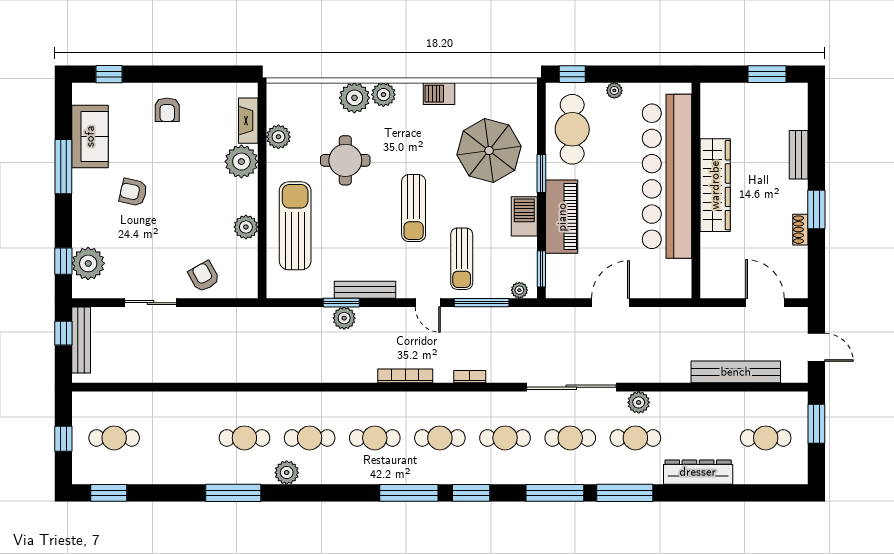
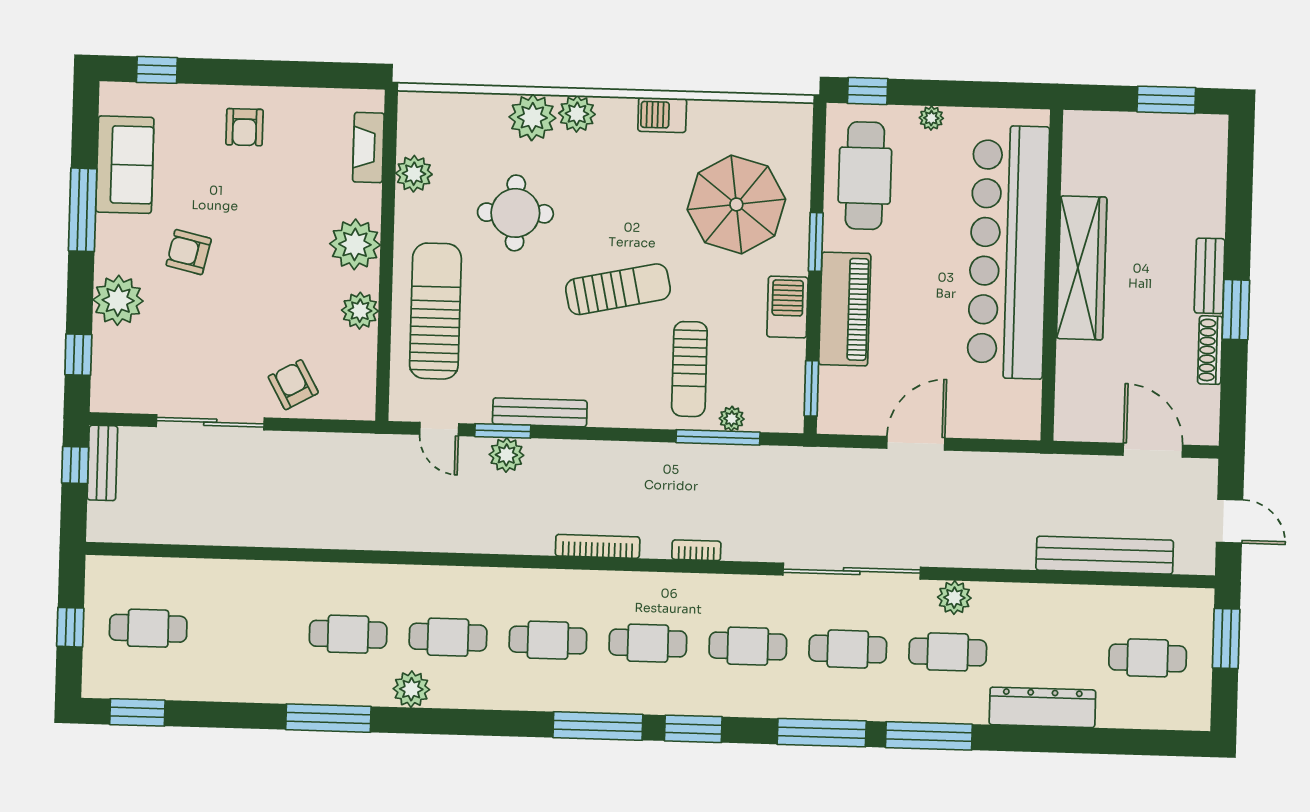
bench: (799, 155) -> (1210, 276), moved
plant: (241, 162) -> (355, 244), moved
sun lounger: (414, 208) -> (618, 289), turned -102
shoe rack: (800, 230) -> (1210, 350), width x1.43
plant: (88, 263) -> (118, 300), moved
plant: (519, 290) -> (732, 419), moved
sliding door: (151, 303) -> (210, 422), width x1.37
door: (428, 303) -> (439, 429), moved
bench: (81, 340) -> (102, 463), width x0.73

